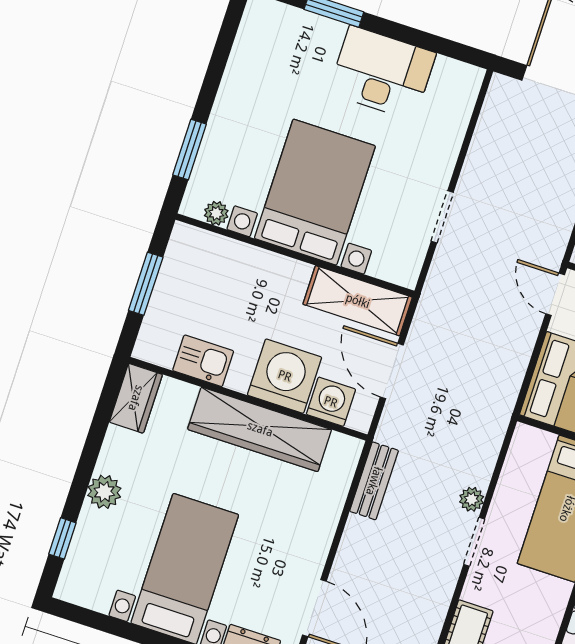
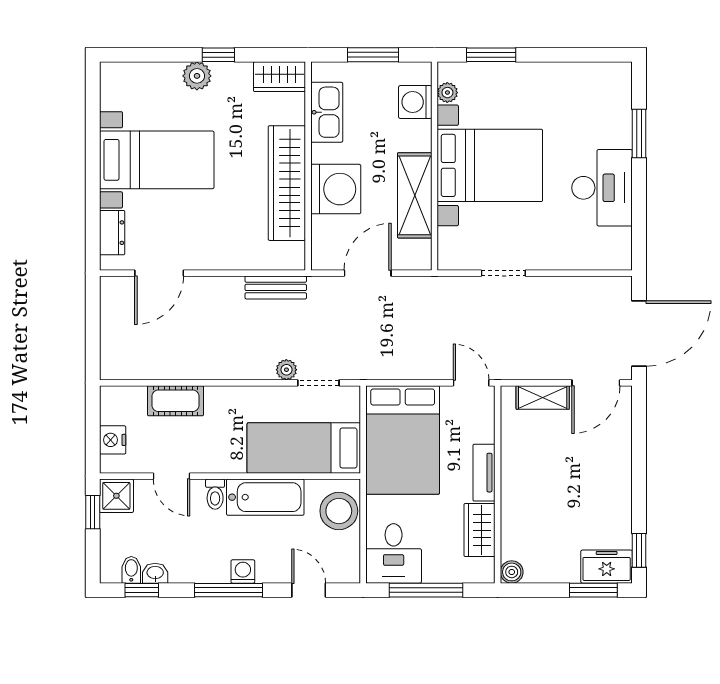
door: (555, 294) -> (471, 383), hinge flipped
shelving: (358, 301) -> (415, 195), moved
kitchen sink: (203, 361) -> (327, 112), width x1.38
washing machine: (331, 402) -> (415, 102), moved, turned 180
window: (62, 538) -> (218, 55), moved
doorway: (474, 542) -> (318, 383), moved

